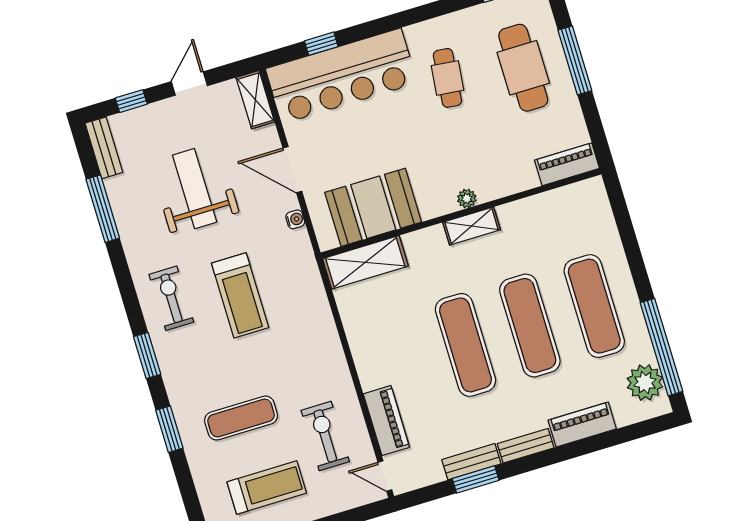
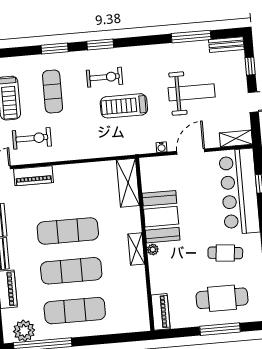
booth: (373, 207) -> (161, 217), moved
exercise bike: (171, 298) -> (104, 77), moved

